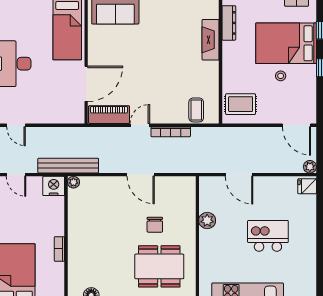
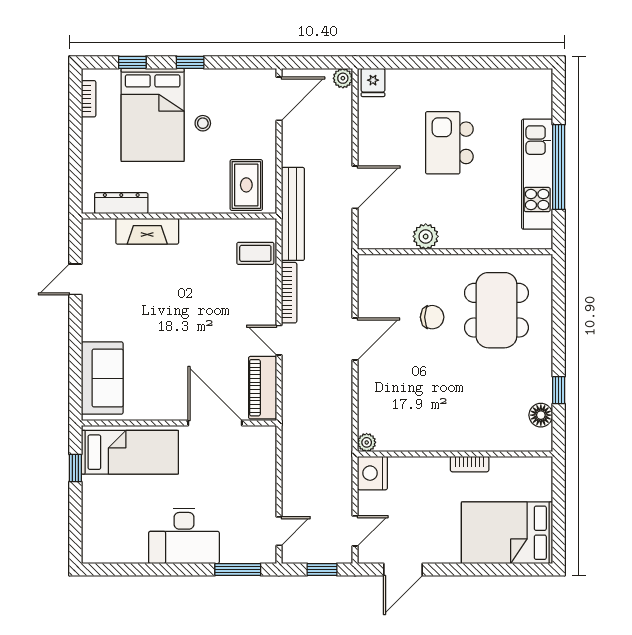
bench: (68, 166) -> (293, 214), moved

